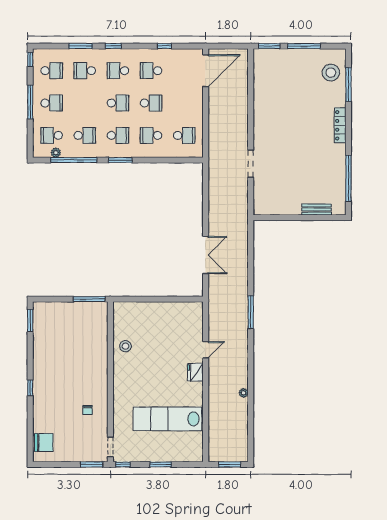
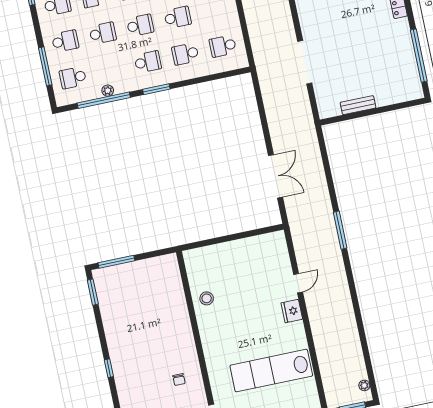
window: (30, 102) -> (45, 66), moved
school desk: (85, 135) -> (103, 33), moved
school desk: (184, 135) -> (223, 46), turned 180
plant: (56, 153) -> (108, 91), moved
doorway: (251, 164) -> (305, 62), width x1.36
bench: (317, 210) -> (358, 105), moved
window: (89, 299) -> (116, 262), moved
plant: (244, 393) -> (364, 385), moved

